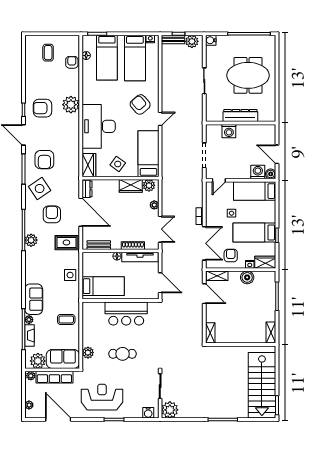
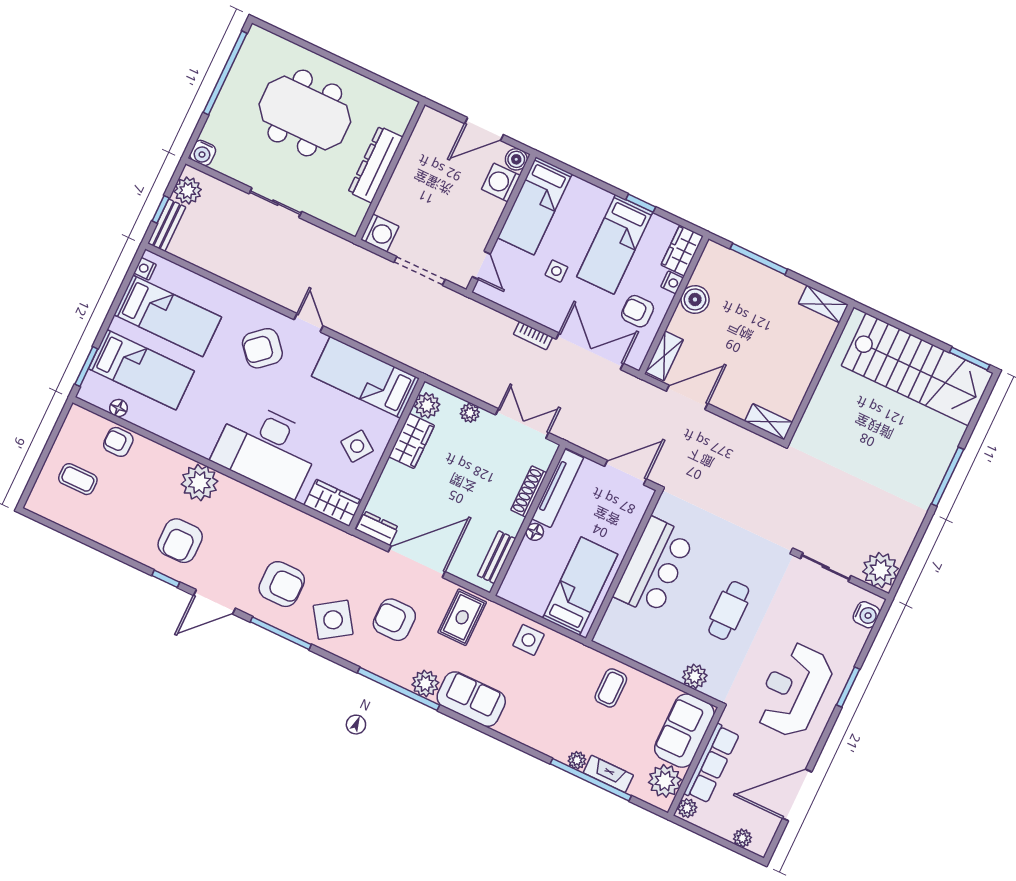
meeting table: (248, 75) -> (305, 113), turned 90
washing machine: (229, 131) -> (380, 233), moved
sofa: (34, 299) -> (471, 699), moved

